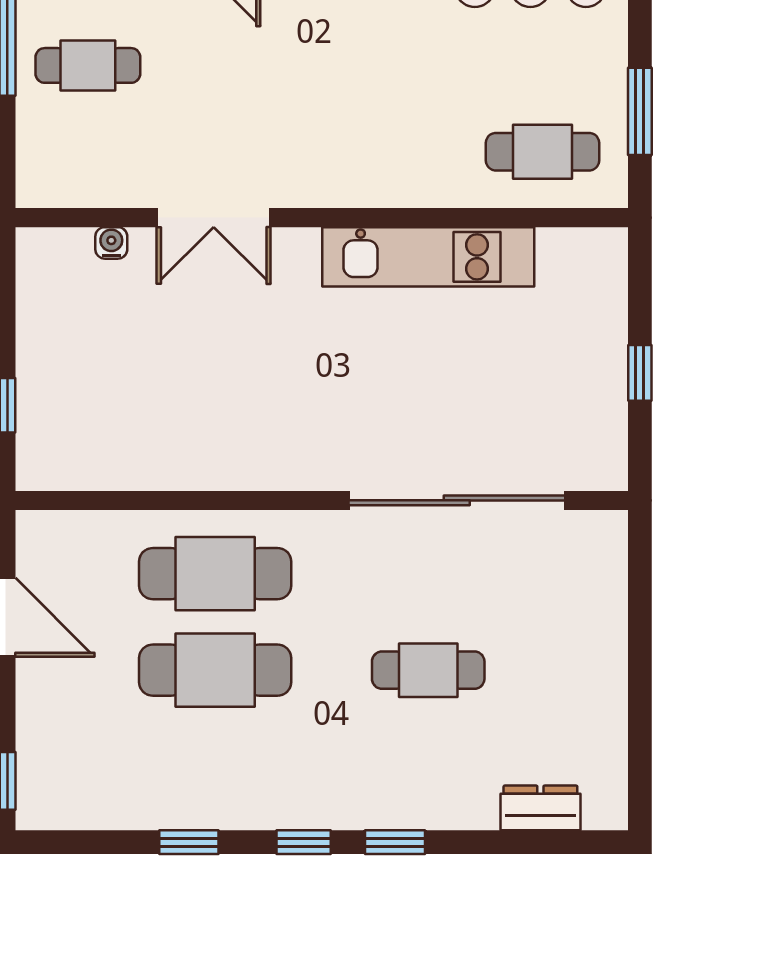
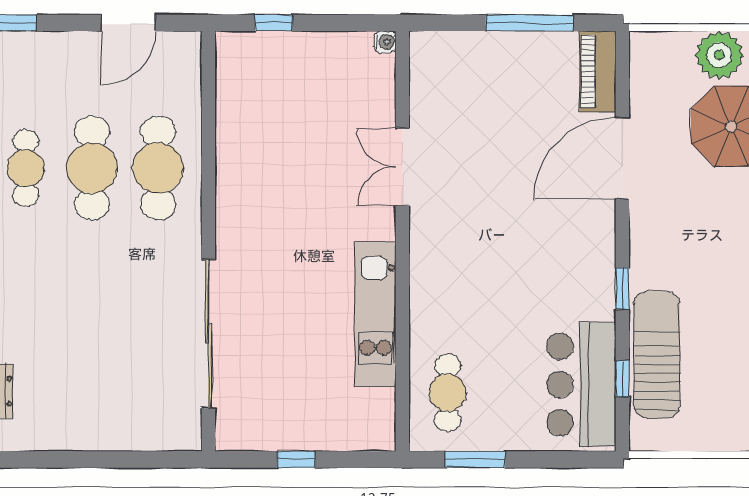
cafe table: (88, 65) -> (507, 81), removed
water cooler: (111, 243) -> (385, 42), moved
cafe table: (428, 670) -> (26, 168), moved

